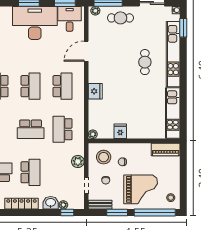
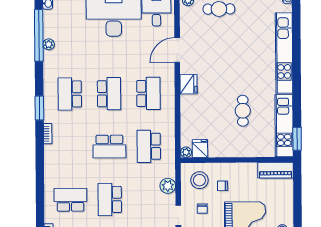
window: (183, 28) -> (297, 139), moved
cafe table: (145, 62) -> (243, 111), moved
fridge: (95, 91) -> (188, 84), moved
fridge: (120, 131) -> (200, 148), moved
school desk: (31, 172) -> (110, 199), turned 180

